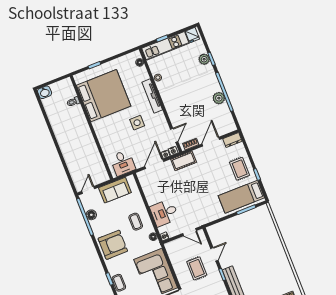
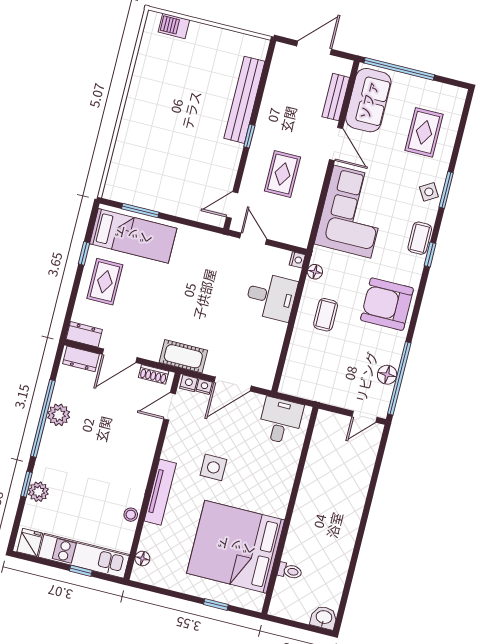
dresser: (226, 129) -> (81, 359), added
sofa: (115, 190) -> (323, 387), removed
door: (214, 254) -> (232, 205), moved

